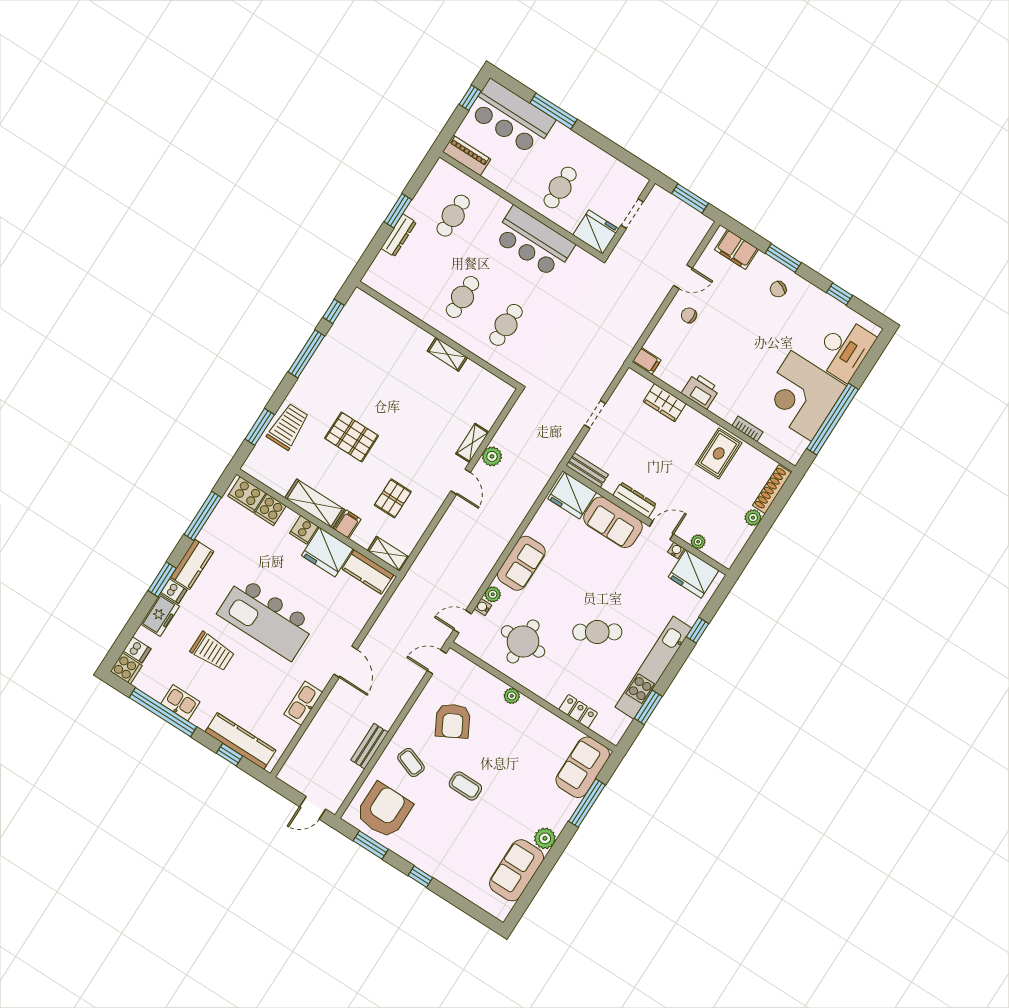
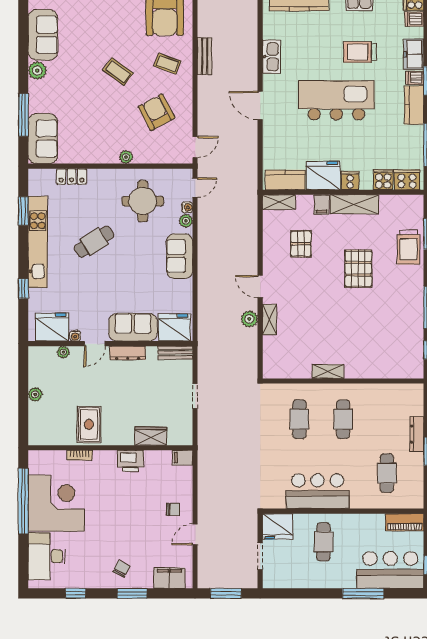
pallet: (352, 437) -> (358, 269), turned 90
shoe rack: (772, 489) -> (35, 423), removed
coffee table: (465, 786) -> (118, 72), turned 36

